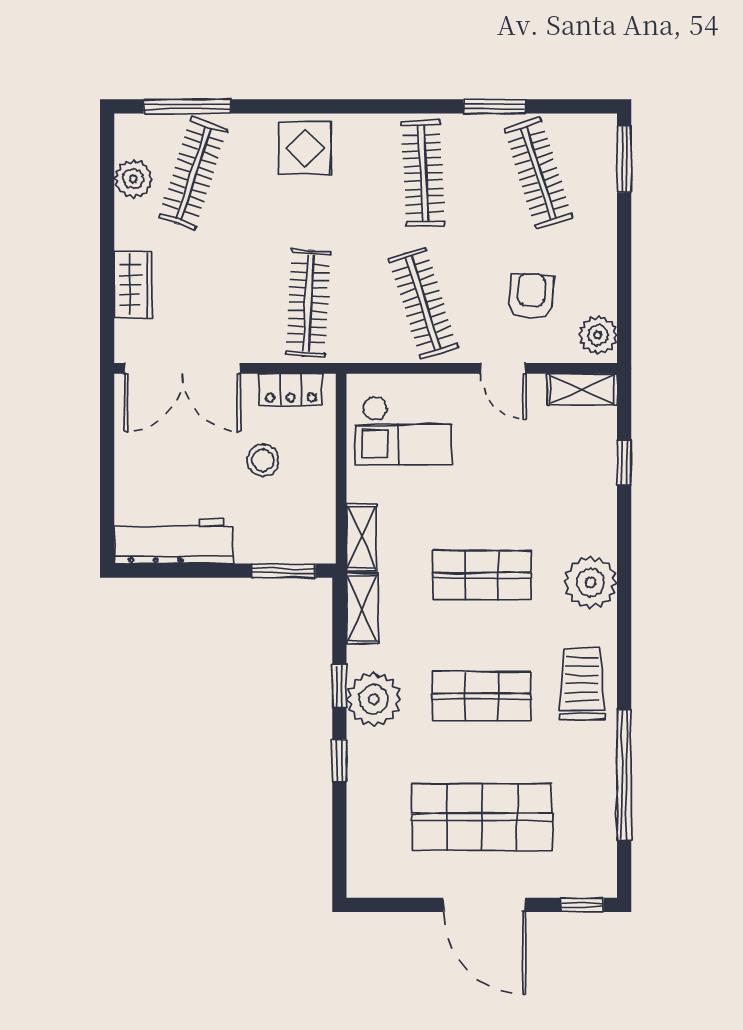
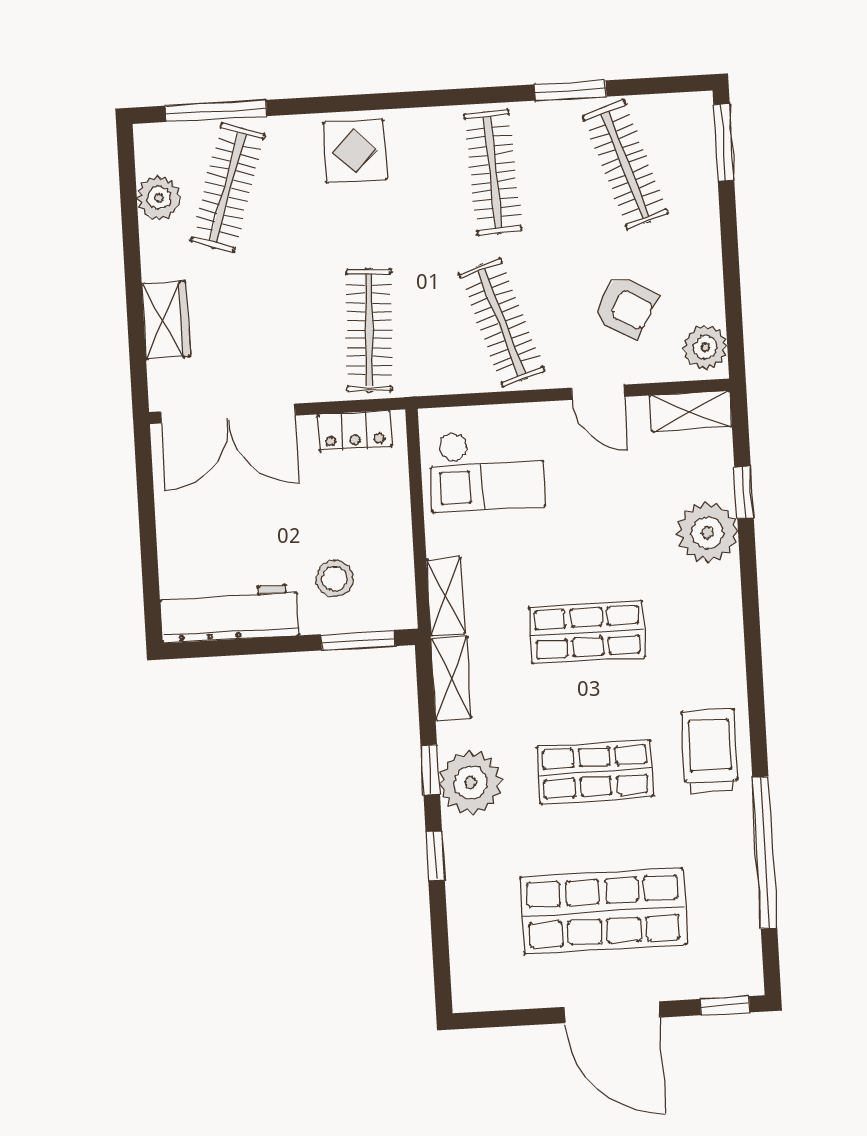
armchair: (531, 296) -> (625, 307), turned 116
stool: (263, 460) -> (335, 579), moved
plant: (591, 582) -> (707, 533), moved

